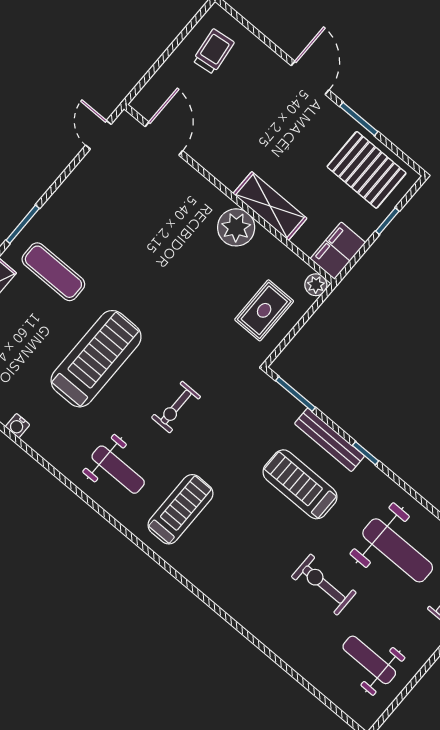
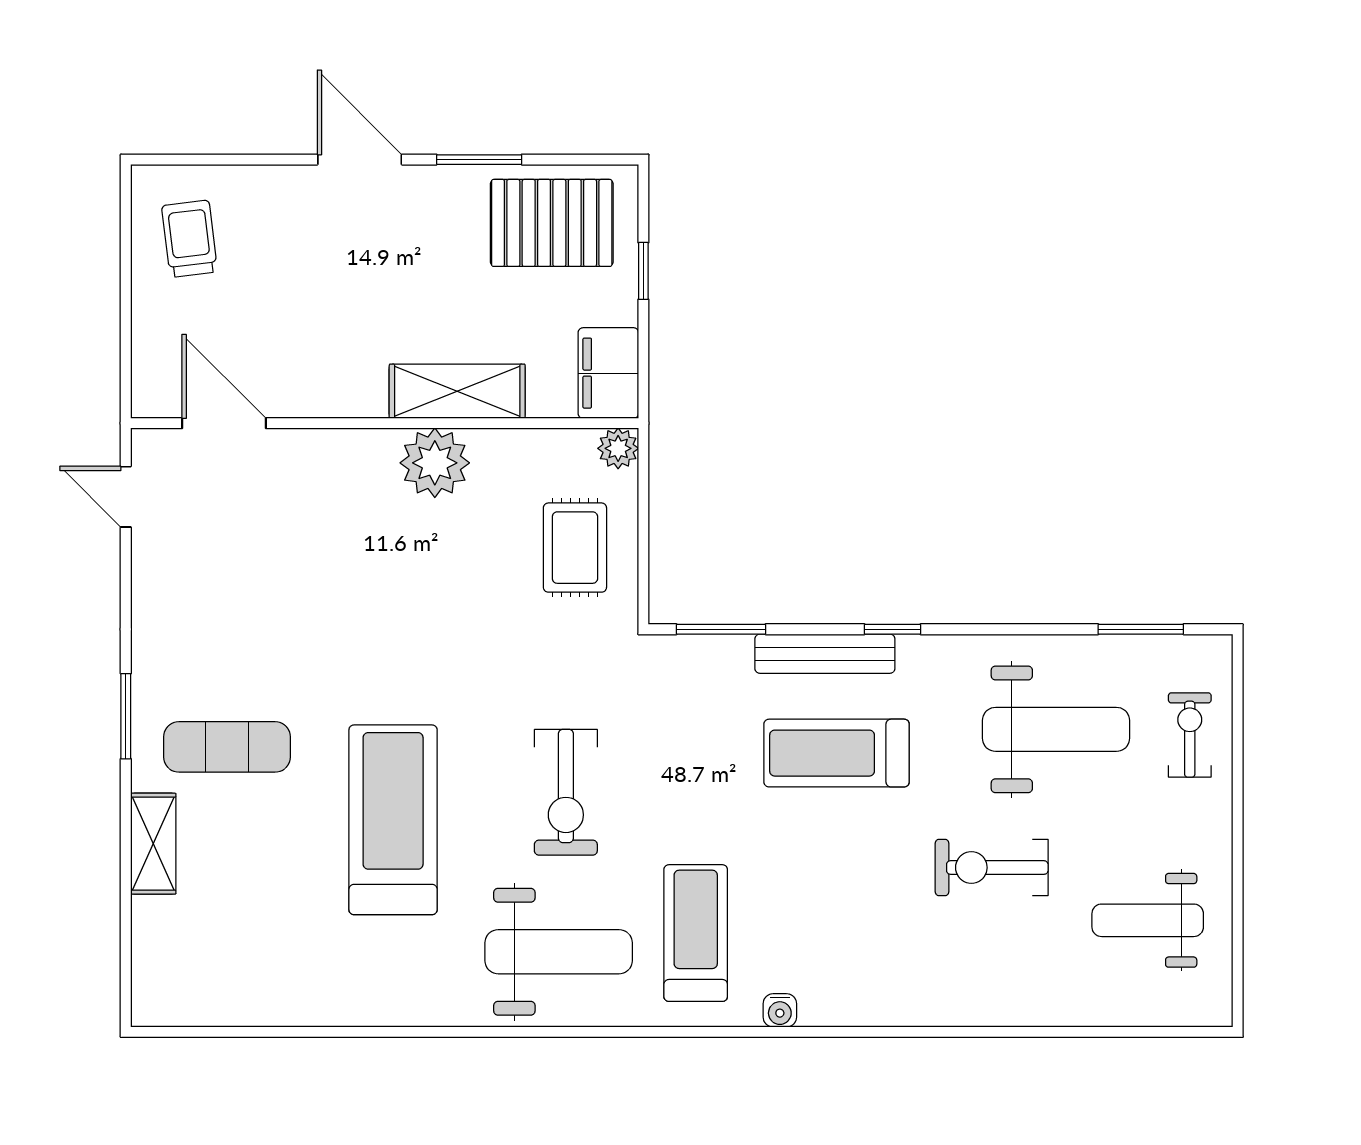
exercise bike: (176, 407) -> (566, 792), width x1.38, depth x1.39
water cooler: (18, 426) -> (780, 1010), moved
weight bench: (118, 470) -> (559, 952), width x1.36, depth x1.33

